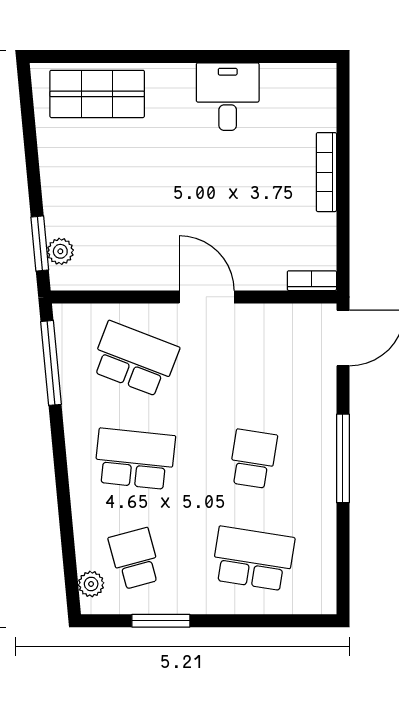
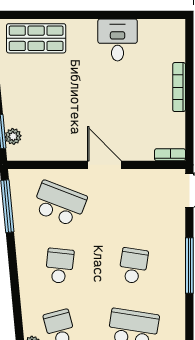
school desk: (135, 459) -> (60, 266), width x0.54

